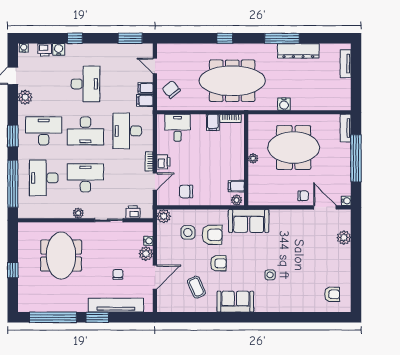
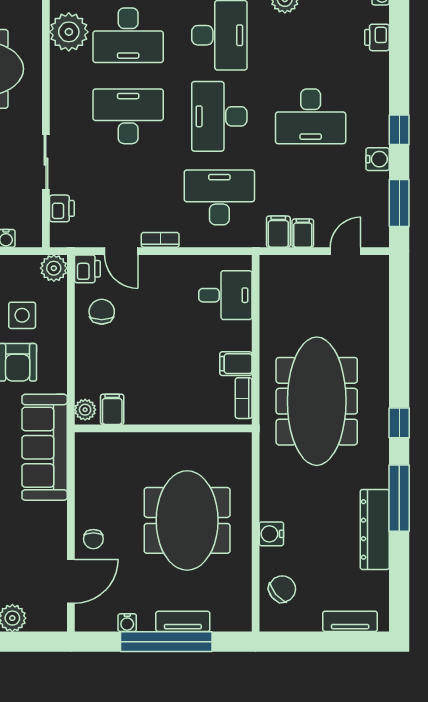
window: (75, 38) -> (399, 130), moved
window: (225, 38) -> (399, 423), moved
water cooler: (59, 49) -> (378, 159), moved
chair: (171, 90) -> (282, 589), moved
water cooler: (284, 104) -> (271, 534), moved
tv unit: (346, 128) -> (183, 621), moved
plant: (253, 158) -> (166, 442), removed
printer: (163, 162) -> (87, 269), moved, turned -90
desk: (44, 178) -> (128, 35), turned 180
desk: (85, 178) -> (128, 116), turned -90
water cooler: (346, 201) -> (127, 623), moved
plant: (78, 213) -> (69, 32), moved, width x1.87, depth x1.87
sofa: (249, 221) -> (45, 447), width x1.36

